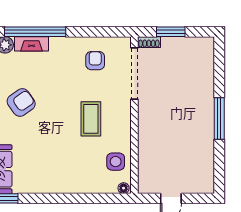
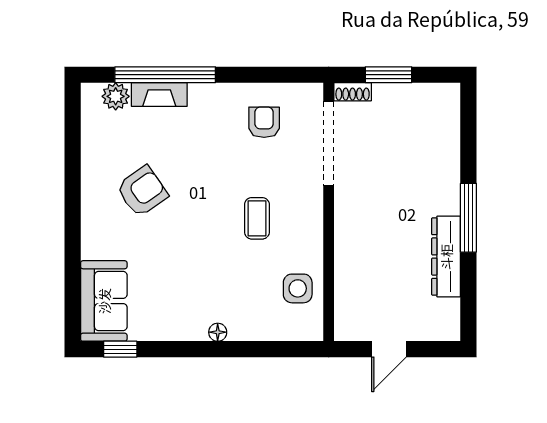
coffee table: (91, 119) -> (257, 218), width x0.73, depth x0.77
dresser: (206, 142) -> (446, 257), added
floor lamp: (124, 188) -> (218, 332), moved

